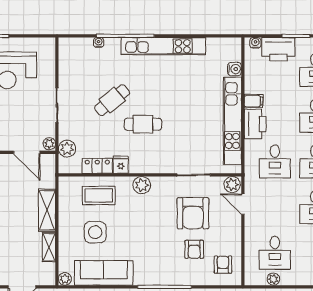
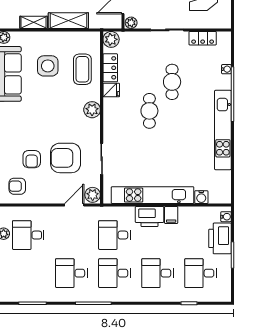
locker: (66, 68) -> (203, 38), added
cafe table: (112, 100) -> (172, 82), turned 39
plant: (67, 149) -> (111, 39), moved
armchair: (194, 249) -> (32, 159), turned -90
armchair: (223, 265) -> (17, 186), turned 180

